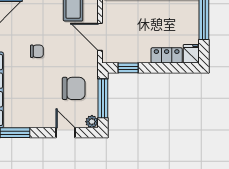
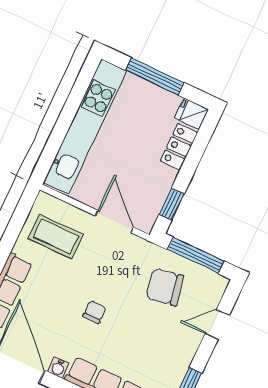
door: (100, 37) -> (114, 222), swing flipped
chair: (74, 88) -> (165, 287), turned -101
plant: (92, 122) -> (219, 284), removed

